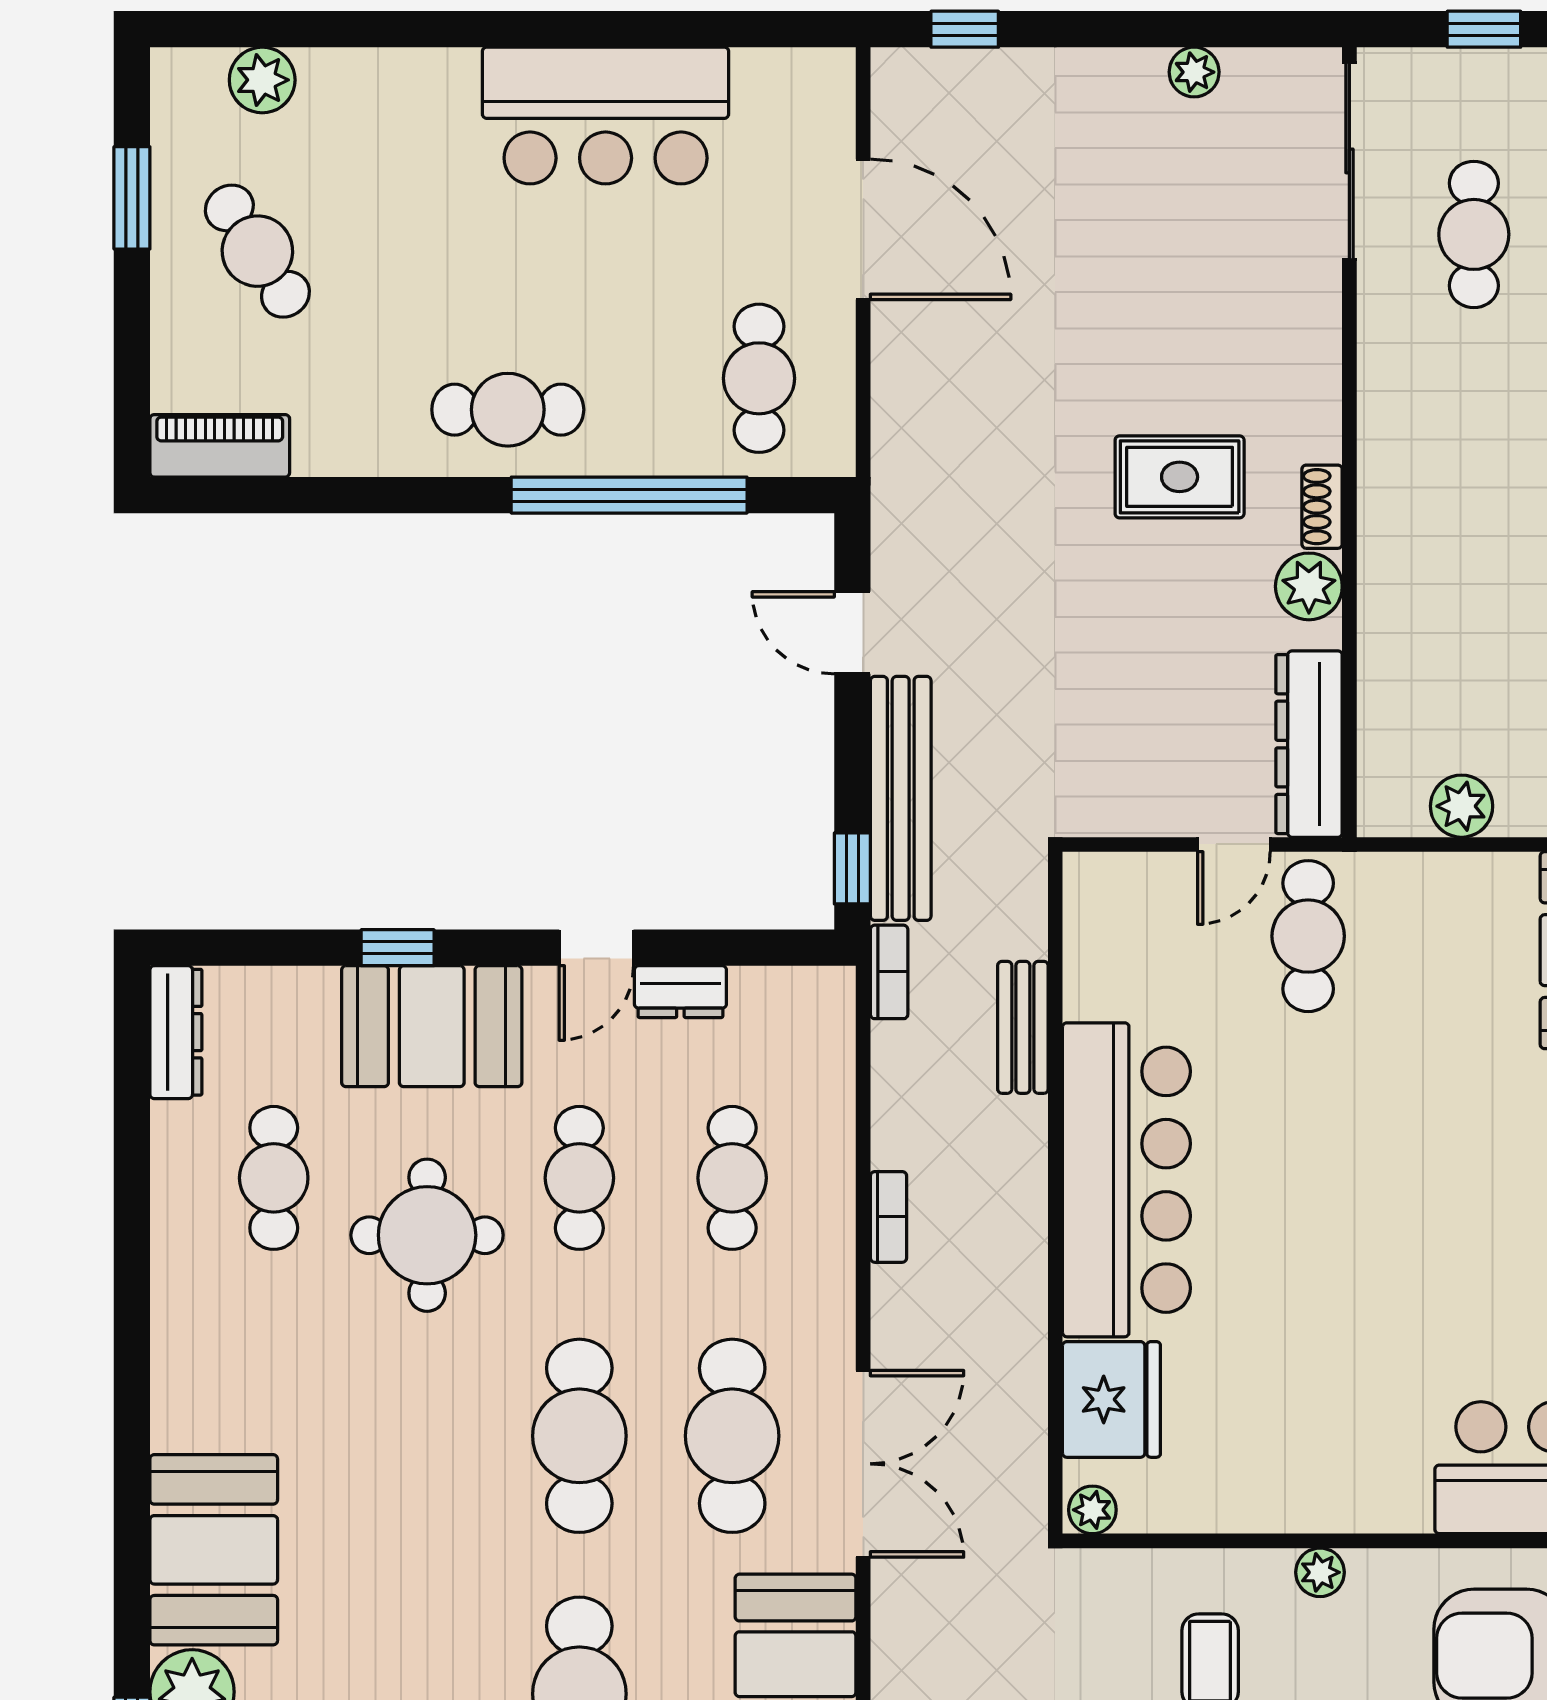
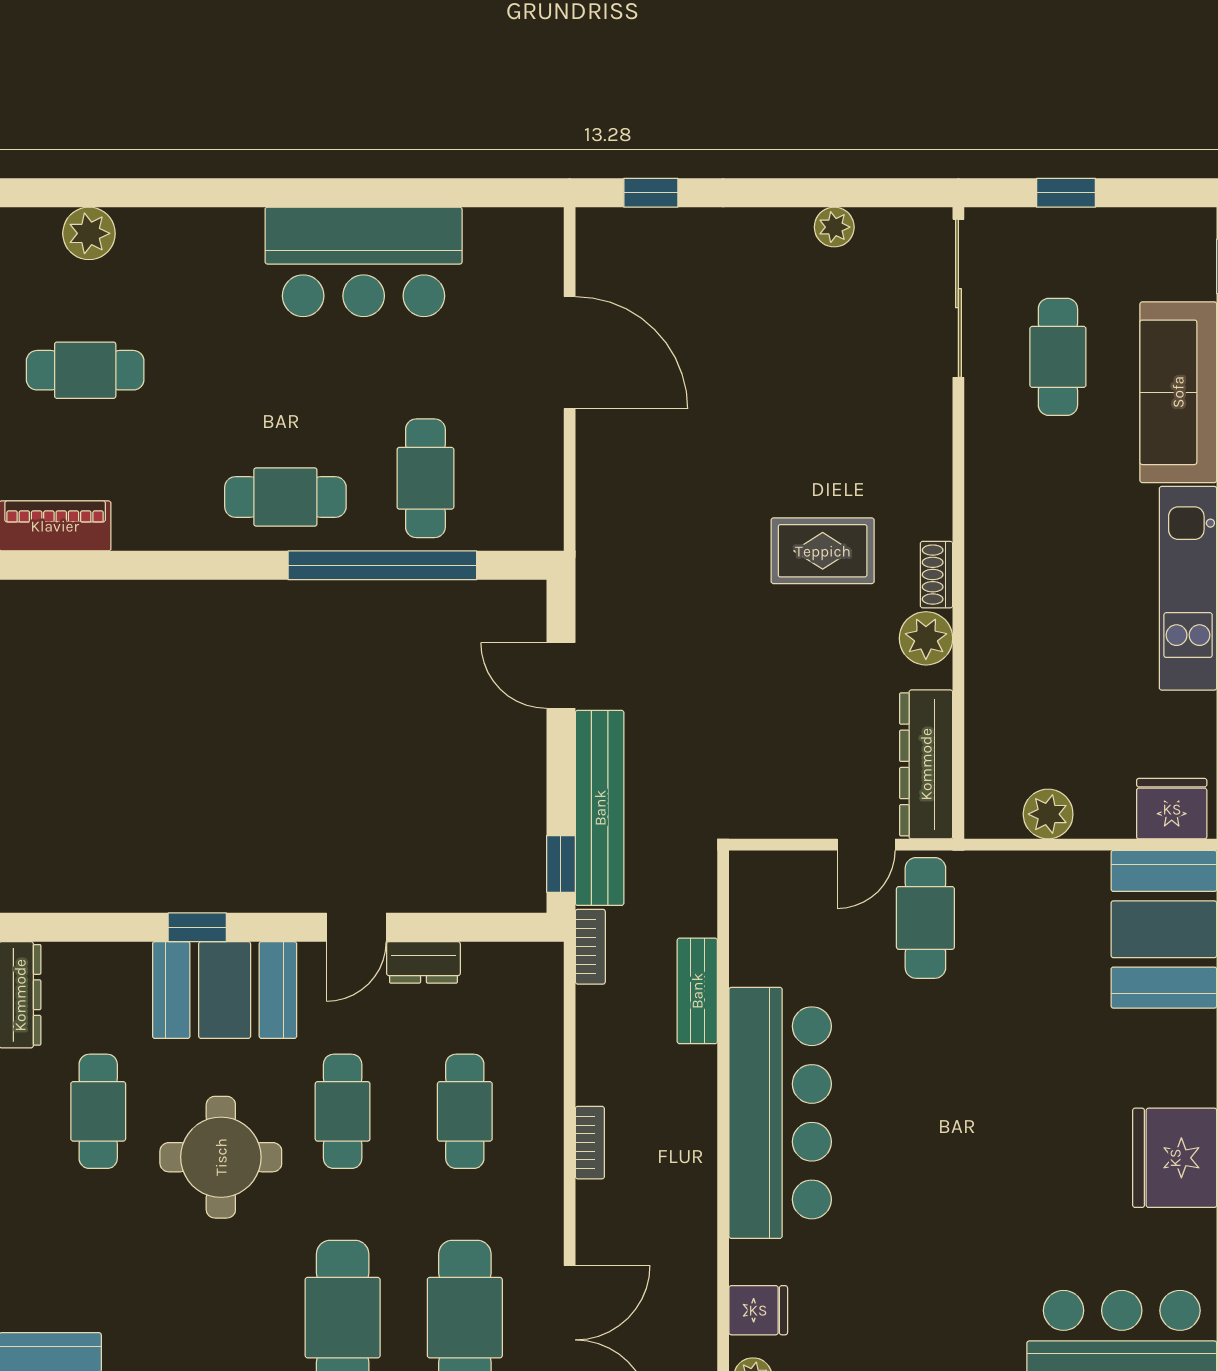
cafe table: (257, 251) -> (85, 370), turned -57
cafe table: (759, 378) -> (425, 478), moved
fridge: (1111, 1399) -> (758, 1310), width x0.53, depth x0.75

